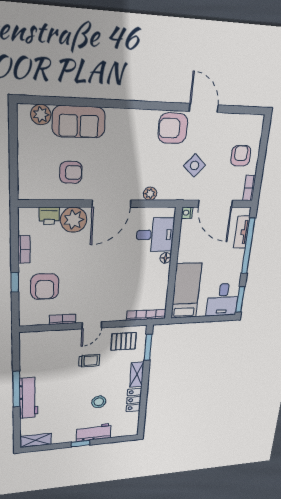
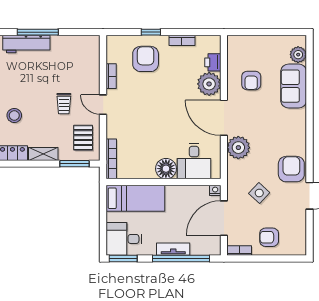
armchair: (241, 156) -> (269, 237), turned 180
plant: (150, 194) -> (238, 148), width x1.88, depth x1.88
tv unit: (242, 232) -> (173, 249), moved
floor lamp: (166, 258) -> (166, 169), width x1.89, depth x1.89
armchair: (45, 287) -> (146, 59), turned 90

